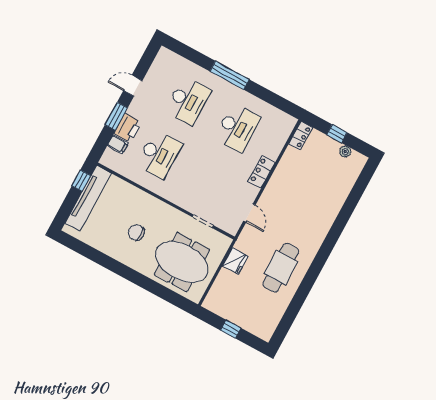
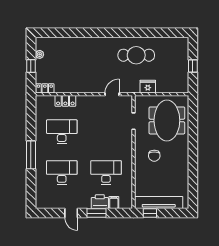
locker: (261, 172) -> (65, 101), moved
chair: (136, 232) -> (154, 156), moved

